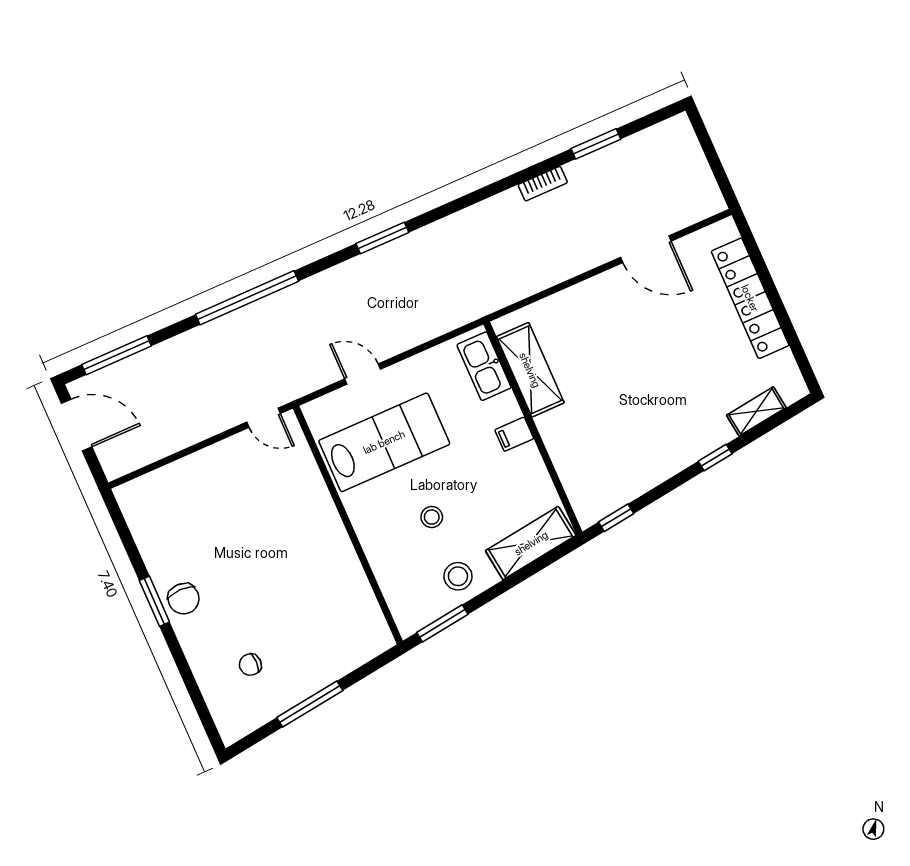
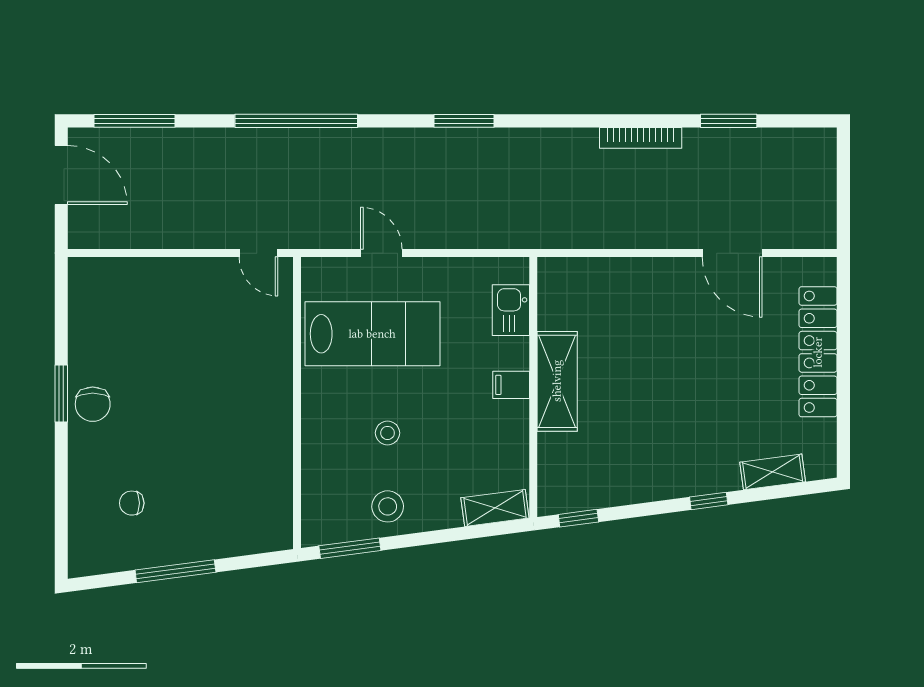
bookcase: (543, 184) -> (641, 138), width x1.56
kitchen sink: (484, 366) -> (511, 310), width x0.73
shelving: (530, 370) -> (557, 381), moved
shelving: (531, 543) -> (495, 508), width x0.67, depth x0.75

